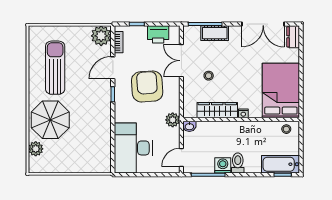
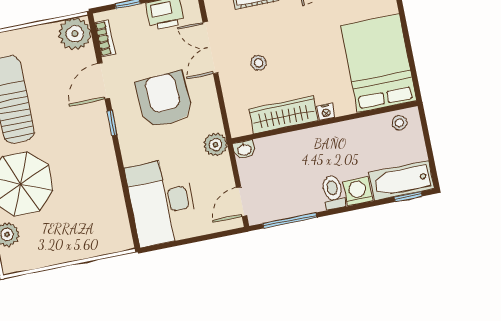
washing machine: (223, 165) -> (358, 191), moved

